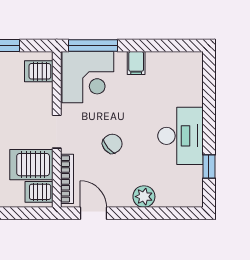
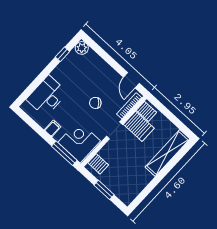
desk: (180, 136) -> (47, 96), moved
plant: (144, 197) -> (82, 48), moved

